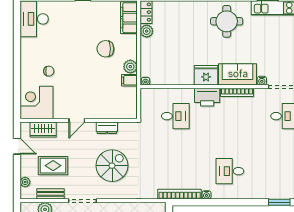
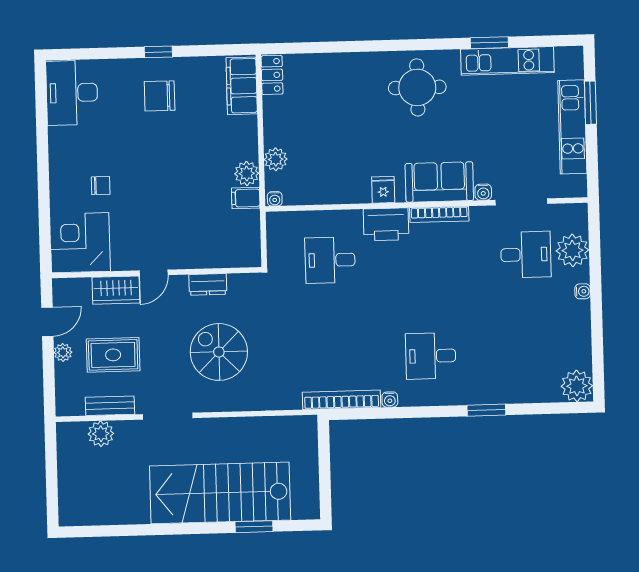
plant: (147, 31) -> (276, 159), moved
chair: (105, 49) -> (160, 96), moved
fridge: (206, 75) -> (383, 190), width x0.53, depth x0.75
desk: (175, 116) -> (330, 260), turned 180
wardrobe: (43, 130) -> (116, 290), moved
door: (17, 146) -> (47, 322), hinge flipped
spiral stairs: (112, 166) -> (219, 352), turned -90
plant: (25, 182) -> (63, 352), moved
window: (279, 202) -> (486, 410), moved

